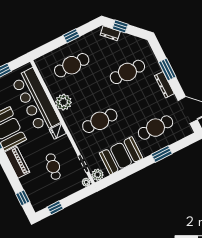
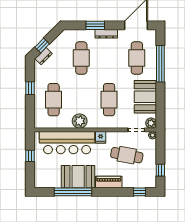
window: (162, 154) -> (160, 64), width x2.11
cafe table: (53, 167) -> (127, 155), width x1.37, depth x1.35

